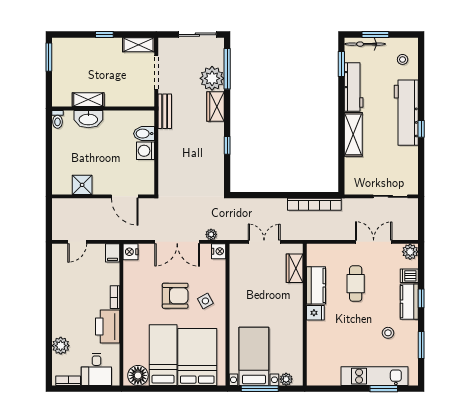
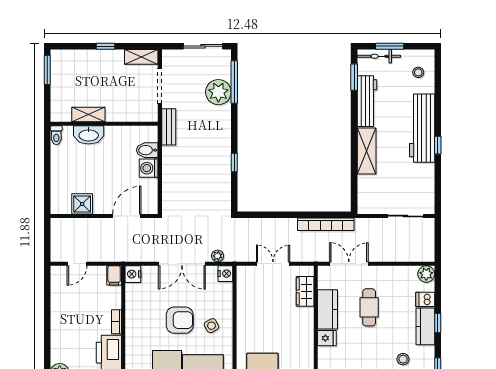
wardrobe: (216, 106) -> (222, 122), removed
door: (125, 196) -> (127, 216), swing flipped
double door: (374, 242) -> (349, 264), moved

